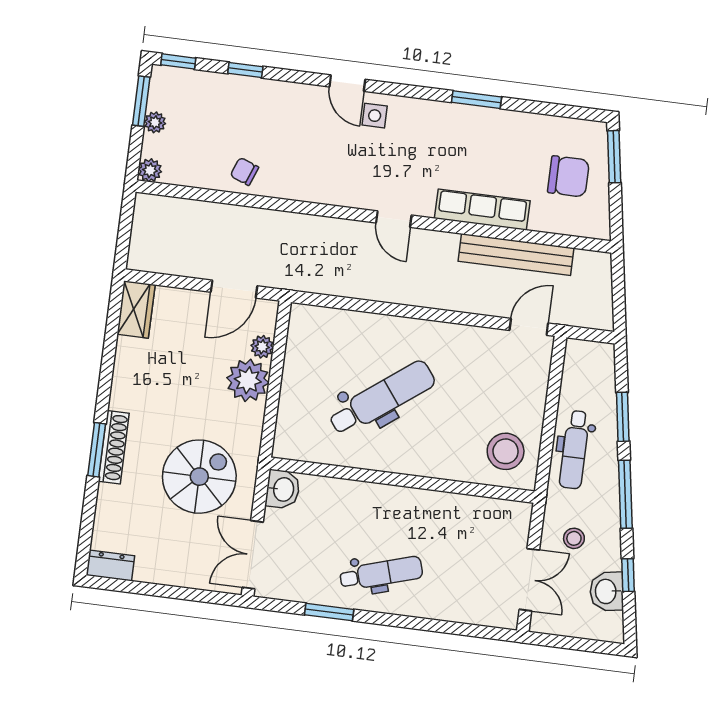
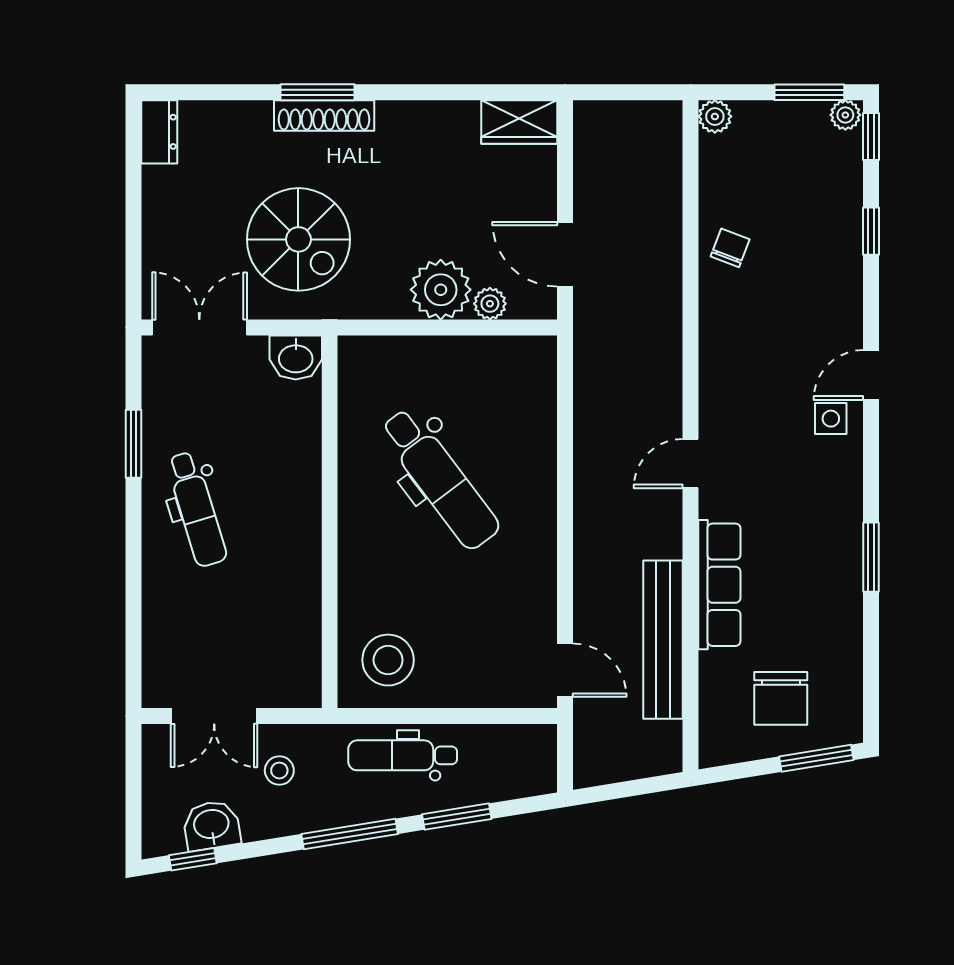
plant: (155, 122) -> (845, 115), moved
window: (628, 575) -> (193, 859), moved

